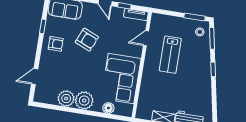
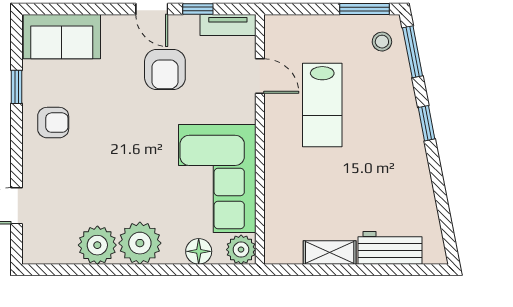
door: (146, 38) -> (260, 76), swing flipped
armchair: (87, 40) -> (165, 70), moved, turned 67
plant: (126, 110) -> (241, 250), added

